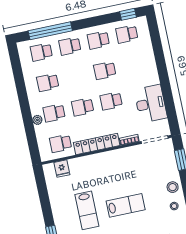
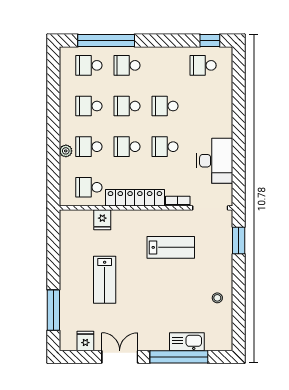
school desk: (98, 40) -> (127, 106), moved
fridge: (62, 169) -> (102, 220), moved
stool: (173, 187) -> (220, 273), removed
lab bench: (126, 205) -> (171, 247), moved

